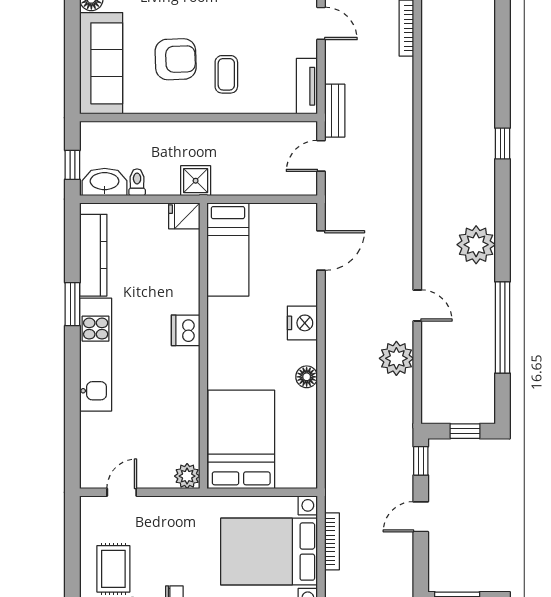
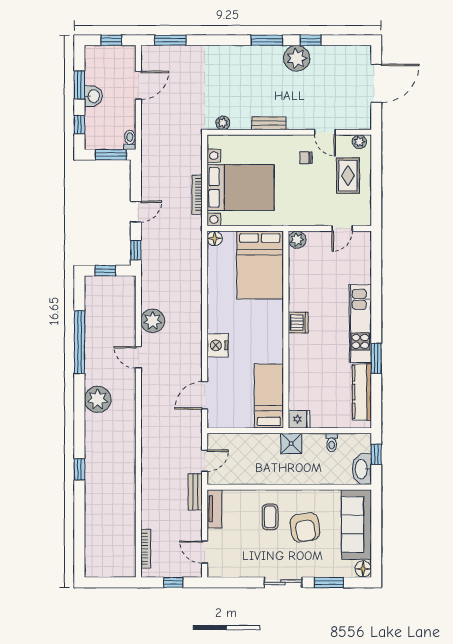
armchair: (176, 59) -> (305, 527), turned -96
washbasin: (105, 182) -> (362, 469), moved, turned 90
dishwasher: (186, 330) -> (298, 323), moved
floor lamp: (307, 377) -> (215, 238), moved

